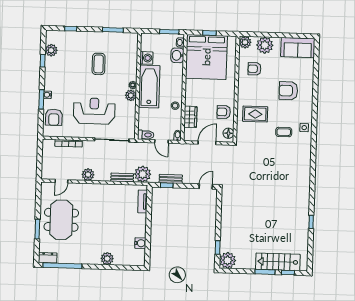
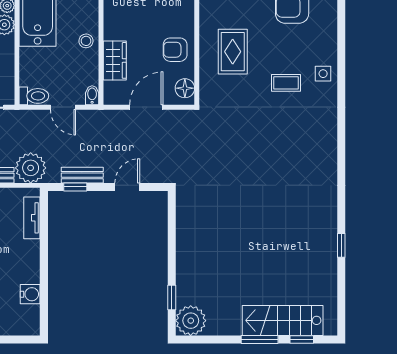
rug: (255, 114) -> (233, 52), turned 90
door: (206, 187) -> (127, 187), moved

